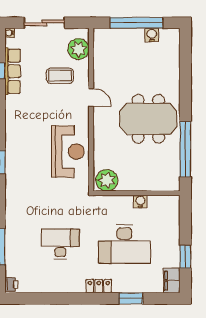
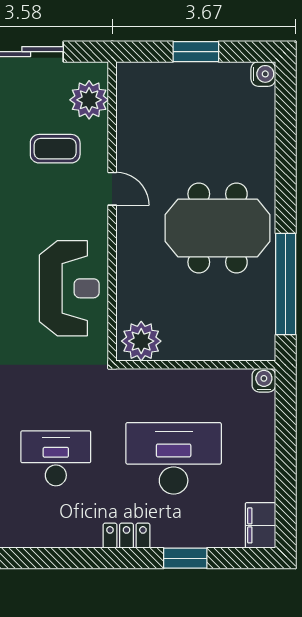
window: (137, 23) -> (196, 52), width x0.47
water cooler: (152, 35) -> (263, 74), moved, turned 90
water cooler: (140, 202) -> (264, 380), moved
desk: (124, 244) -> (174, 458), turned 180
window: (185, 257) -> (286, 482), removed

